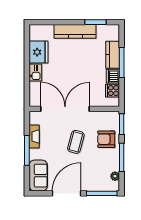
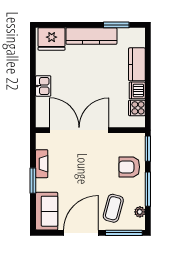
fridge: (39, 52) -> (52, 39), moved, turned 90
window: (122, 62) -> (148, 74), removed
coffee table: (76, 142) -> (113, 208), moved
window: (27, 150) -> (33, 181), width x0.69

